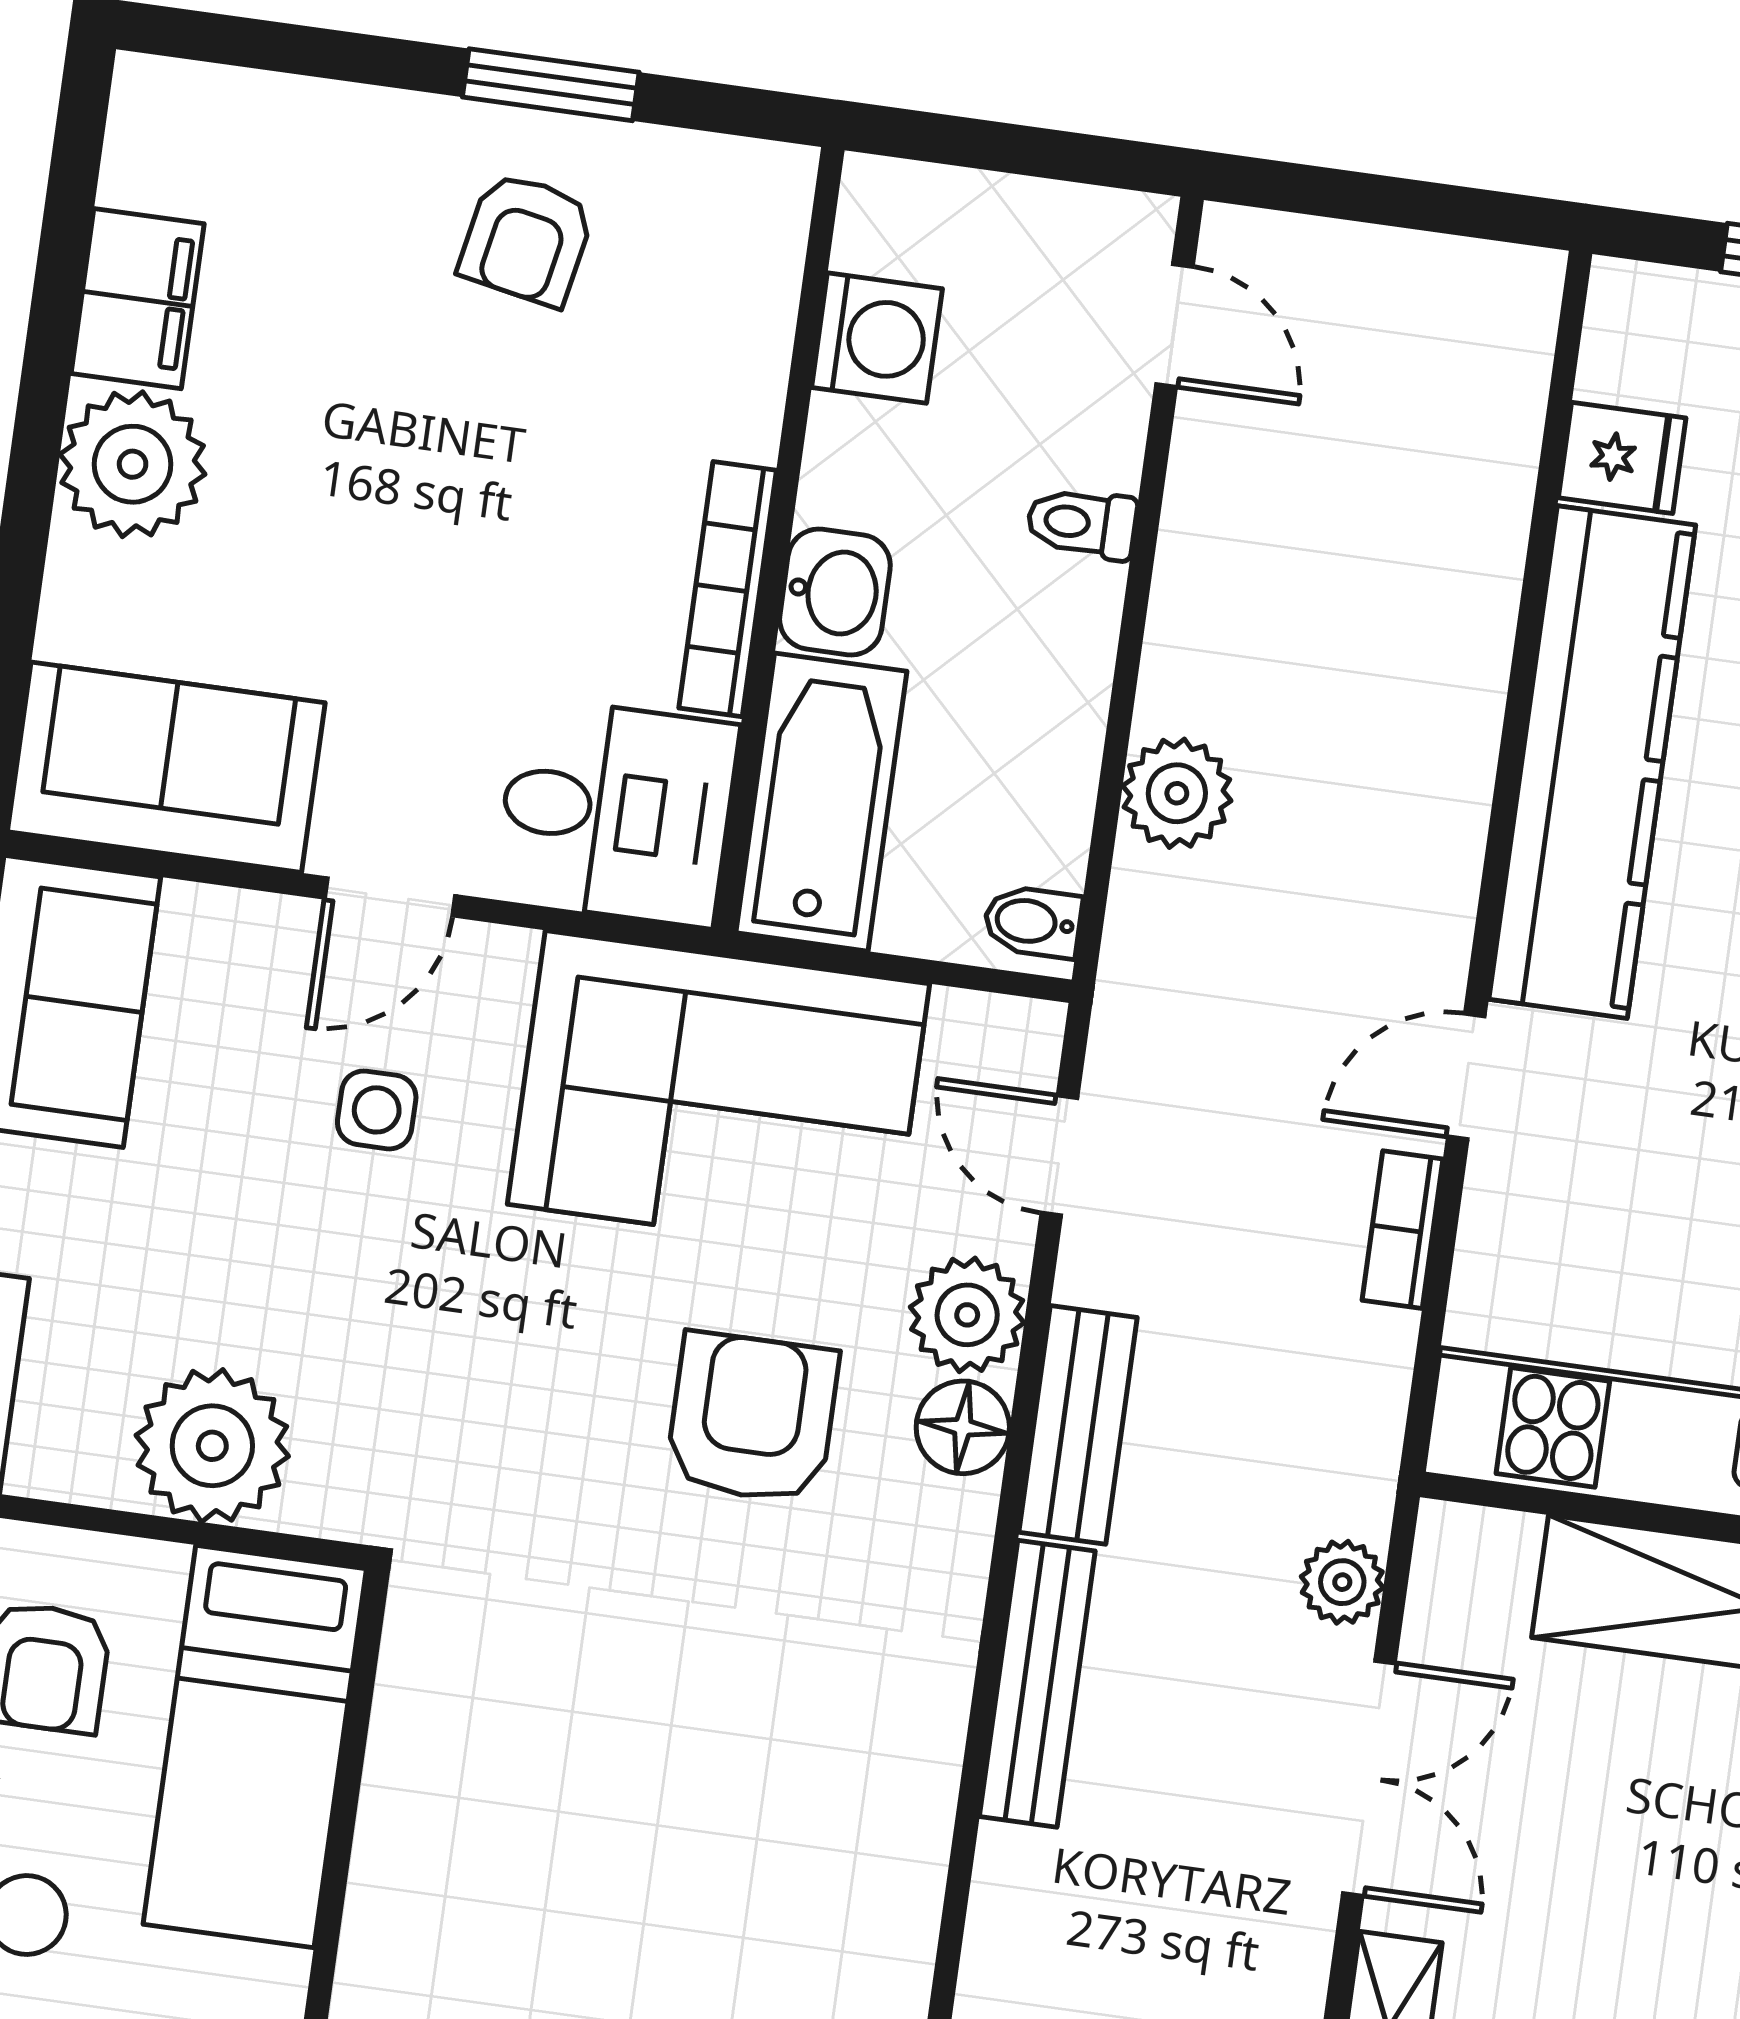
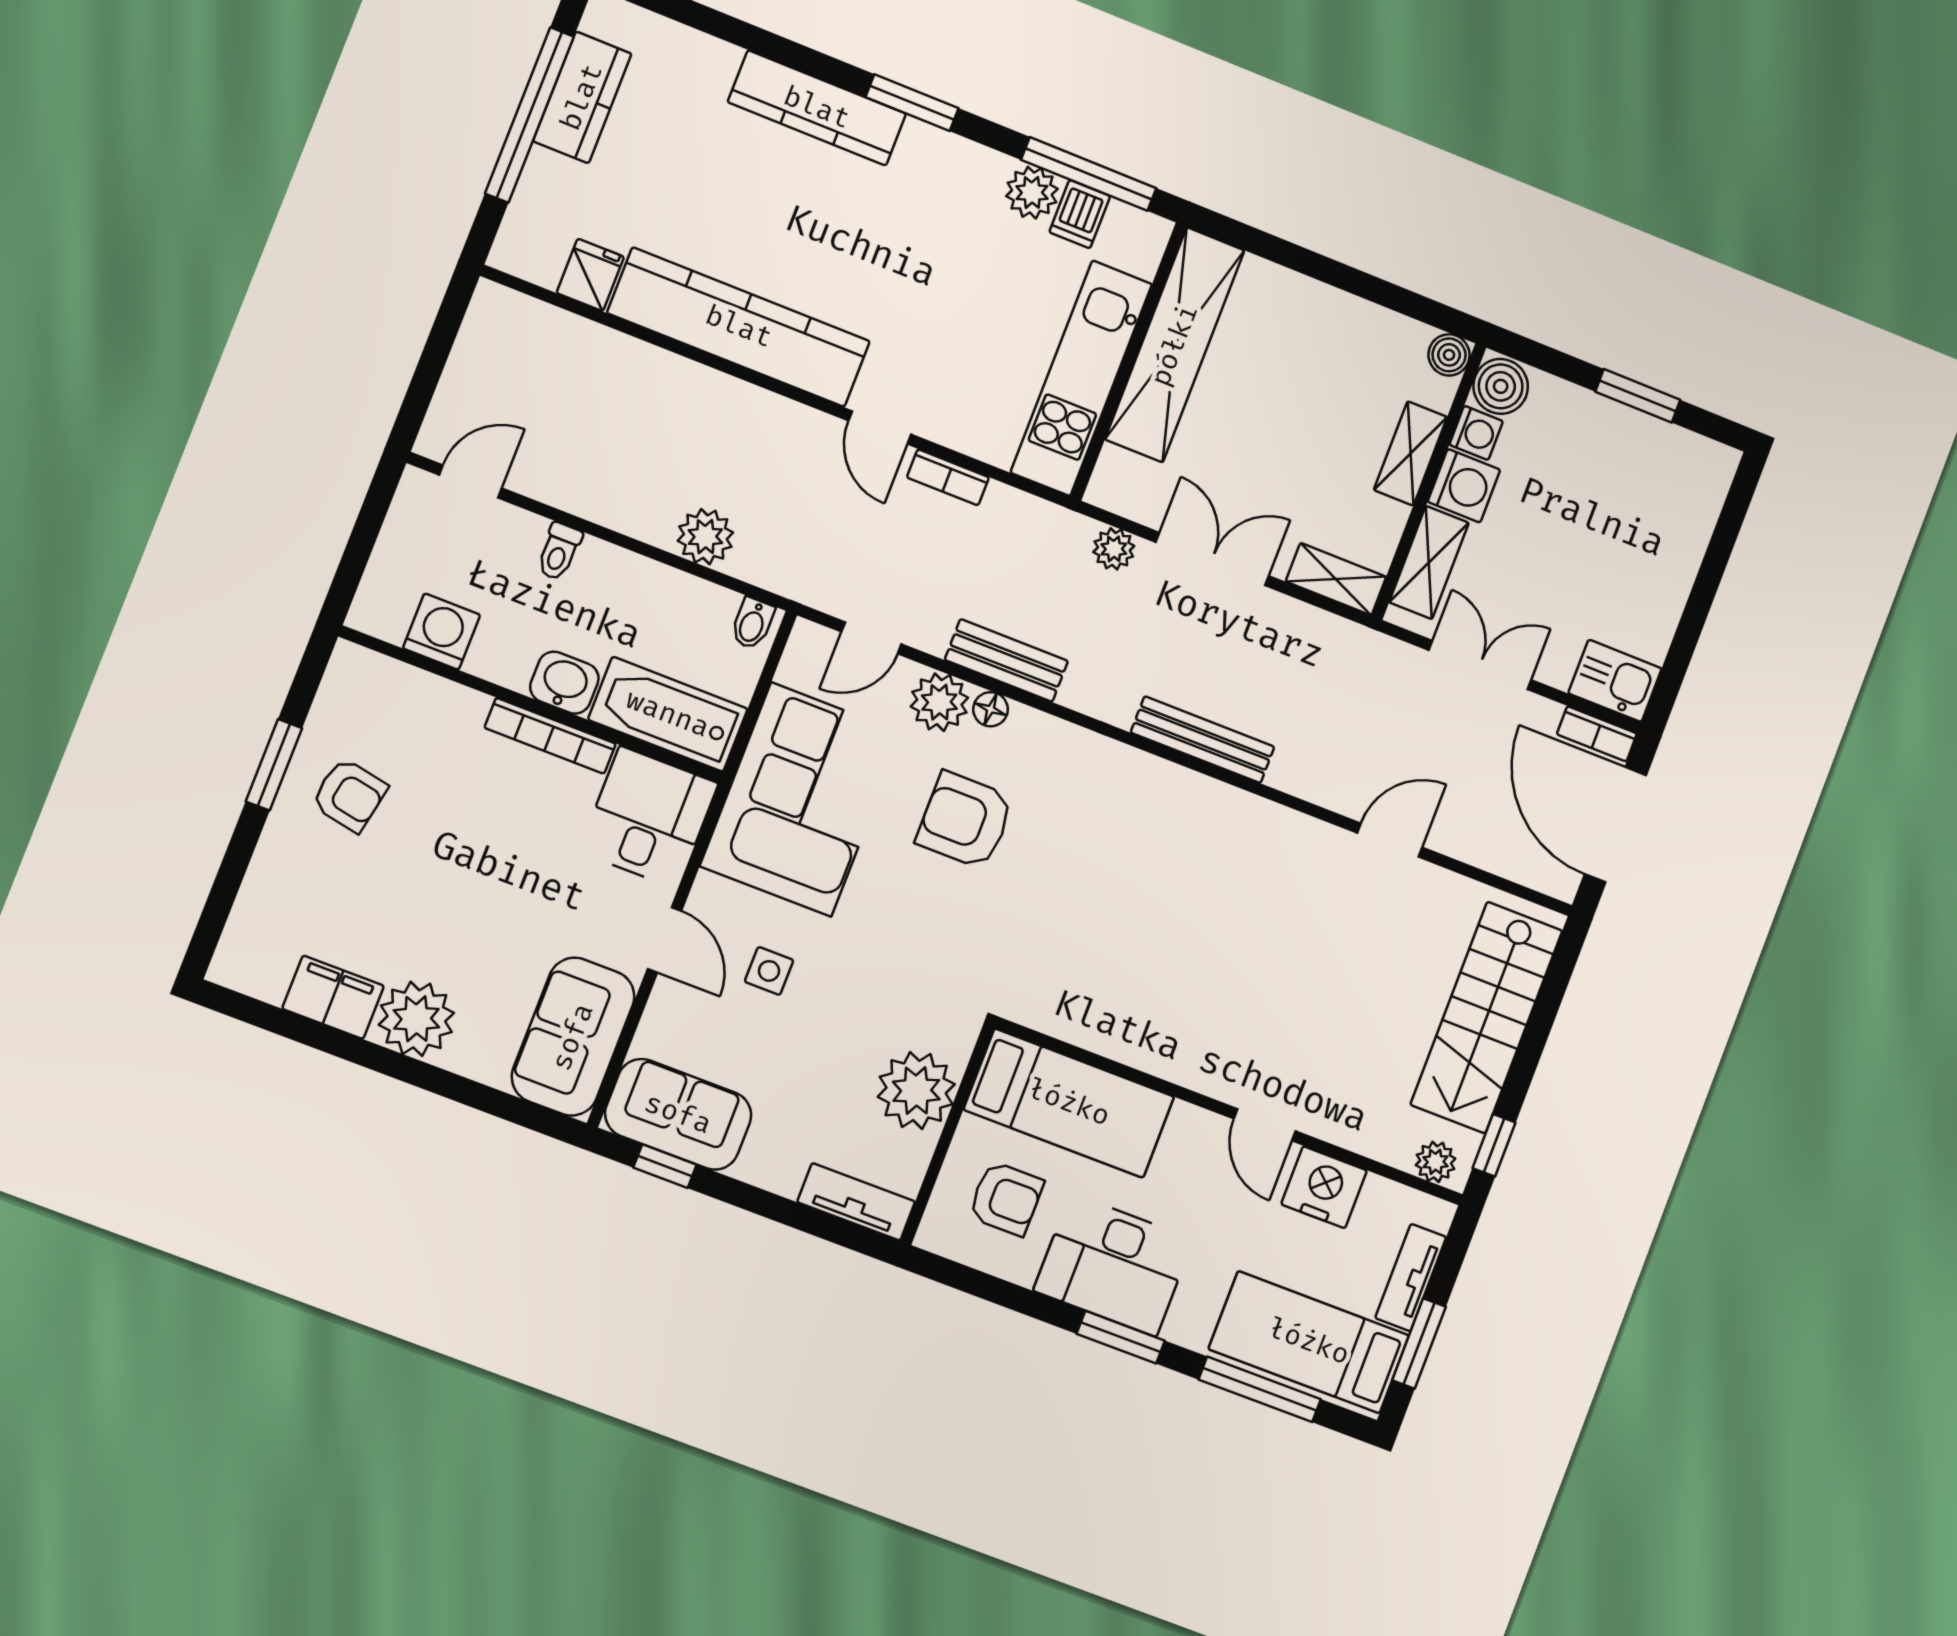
floor lamp: (963, 1427) -> (991, 709), width x0.73, depth x0.73
bench: (1037, 1684) -> (1203, 740), moved

